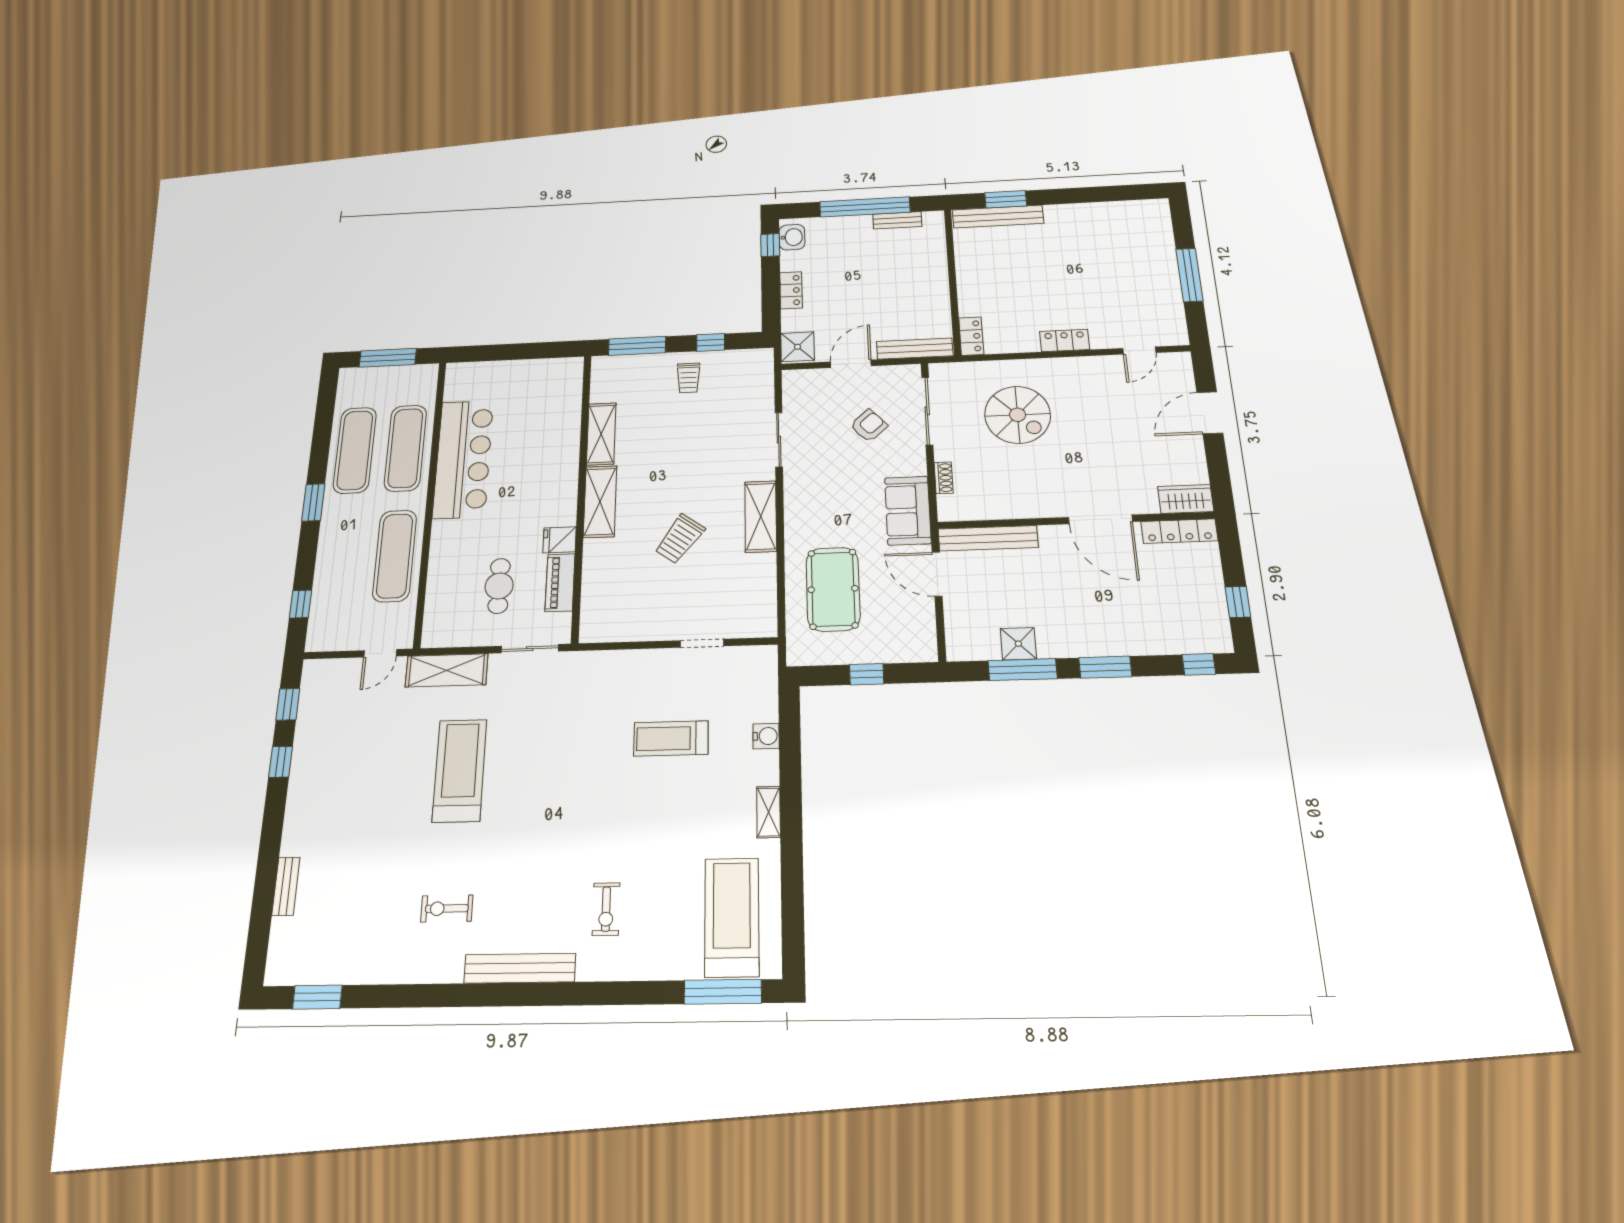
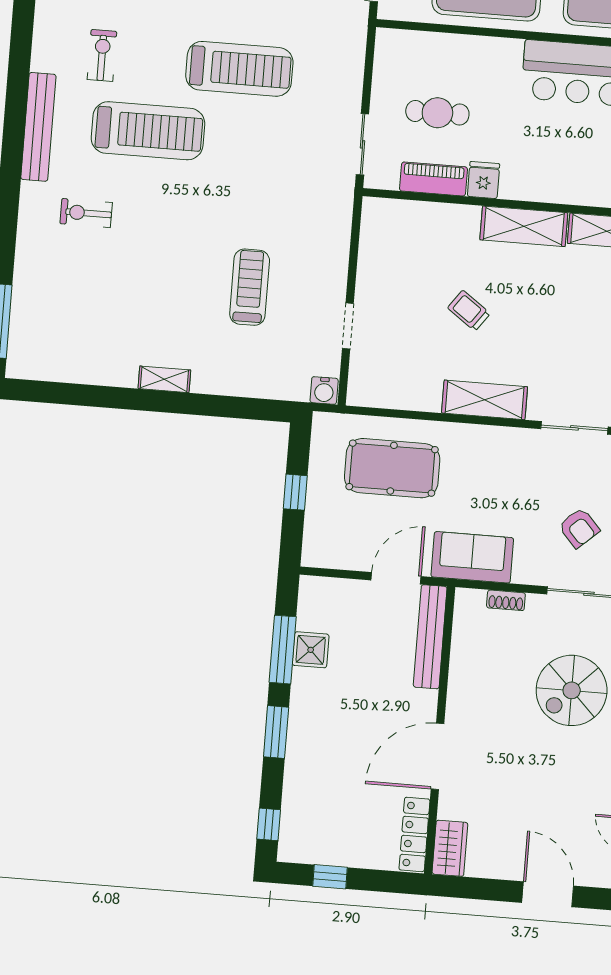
trolley: (680, 539) -> (469, 311), width x0.73, depth x0.72
shelving: (447, 670) -> (348, 55), removed
water cooler: (766, 736) -> (324, 390), moved
treadmill: (732, 917) -> (148, 131), moved

